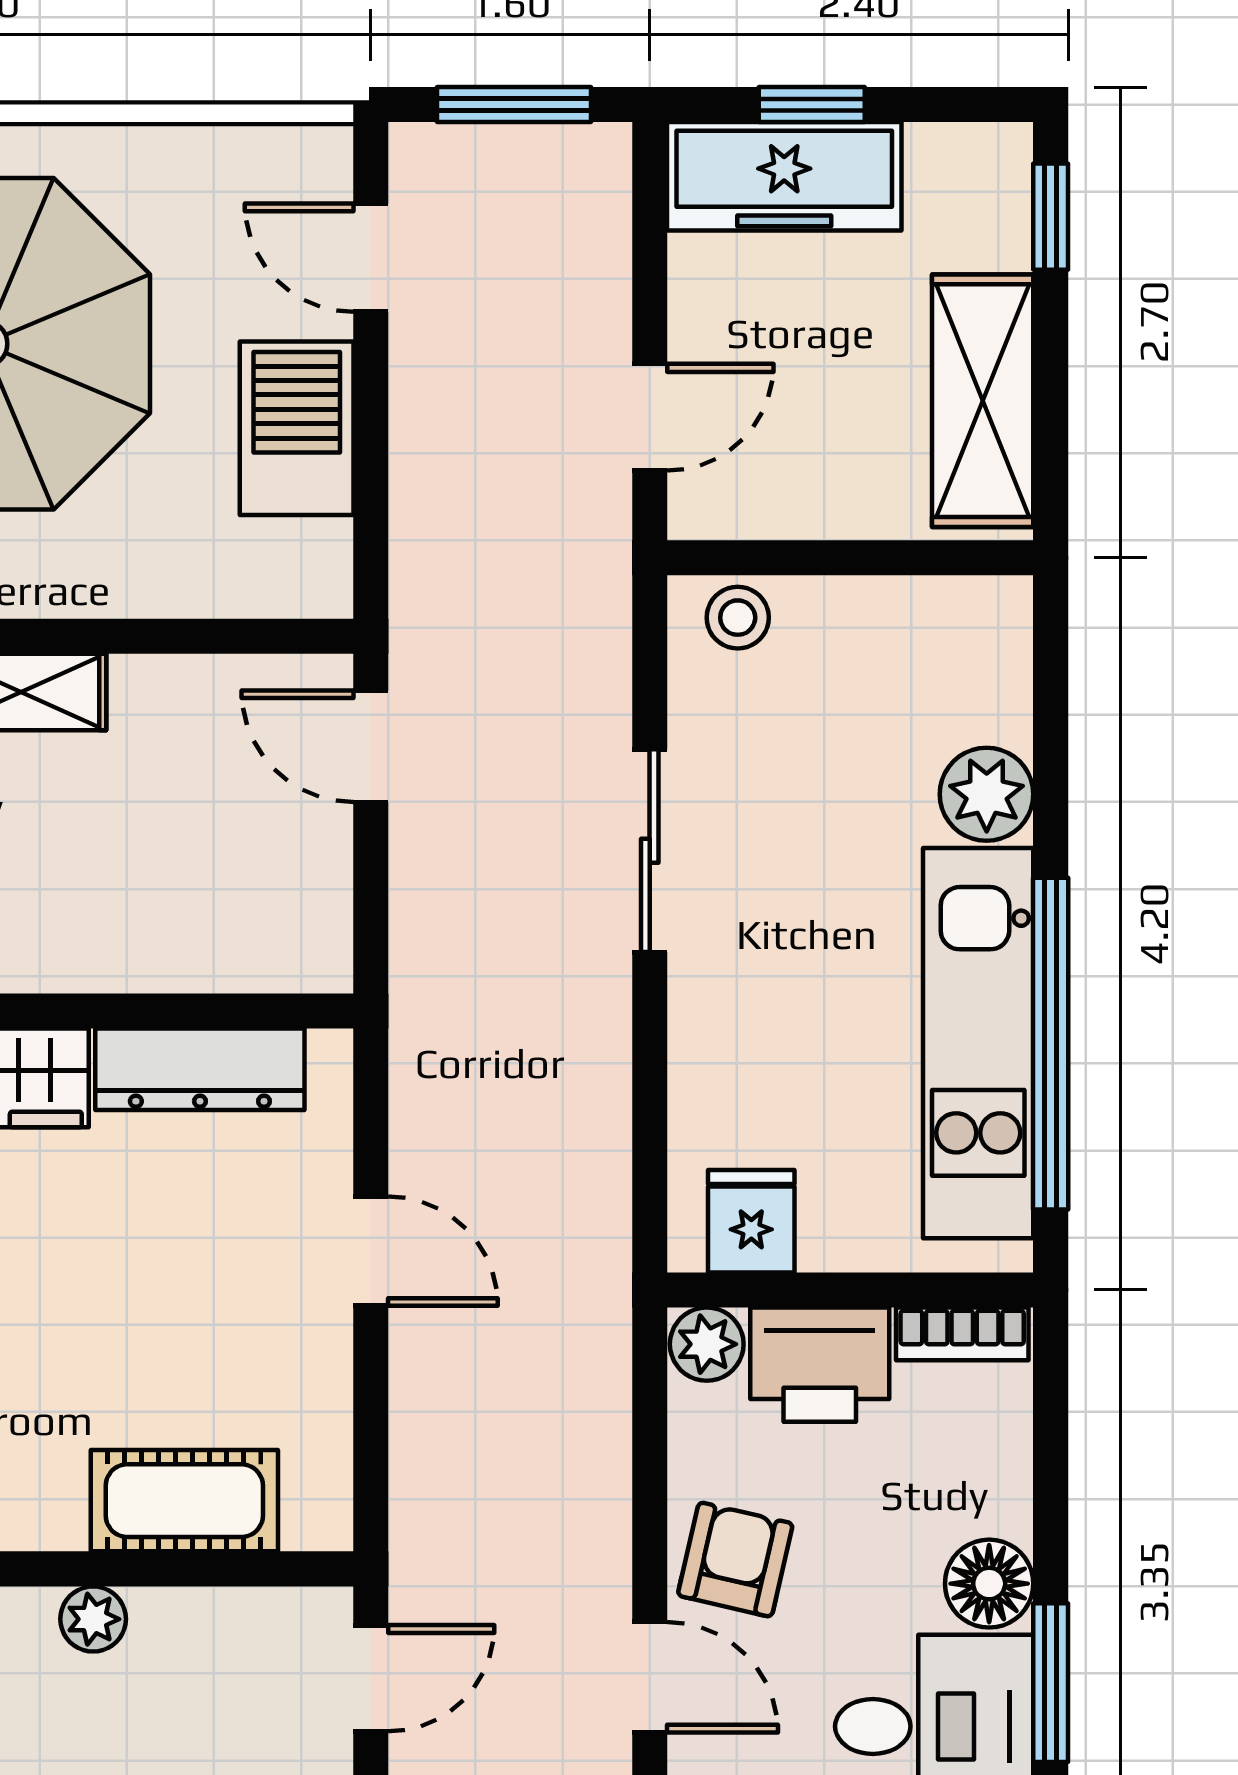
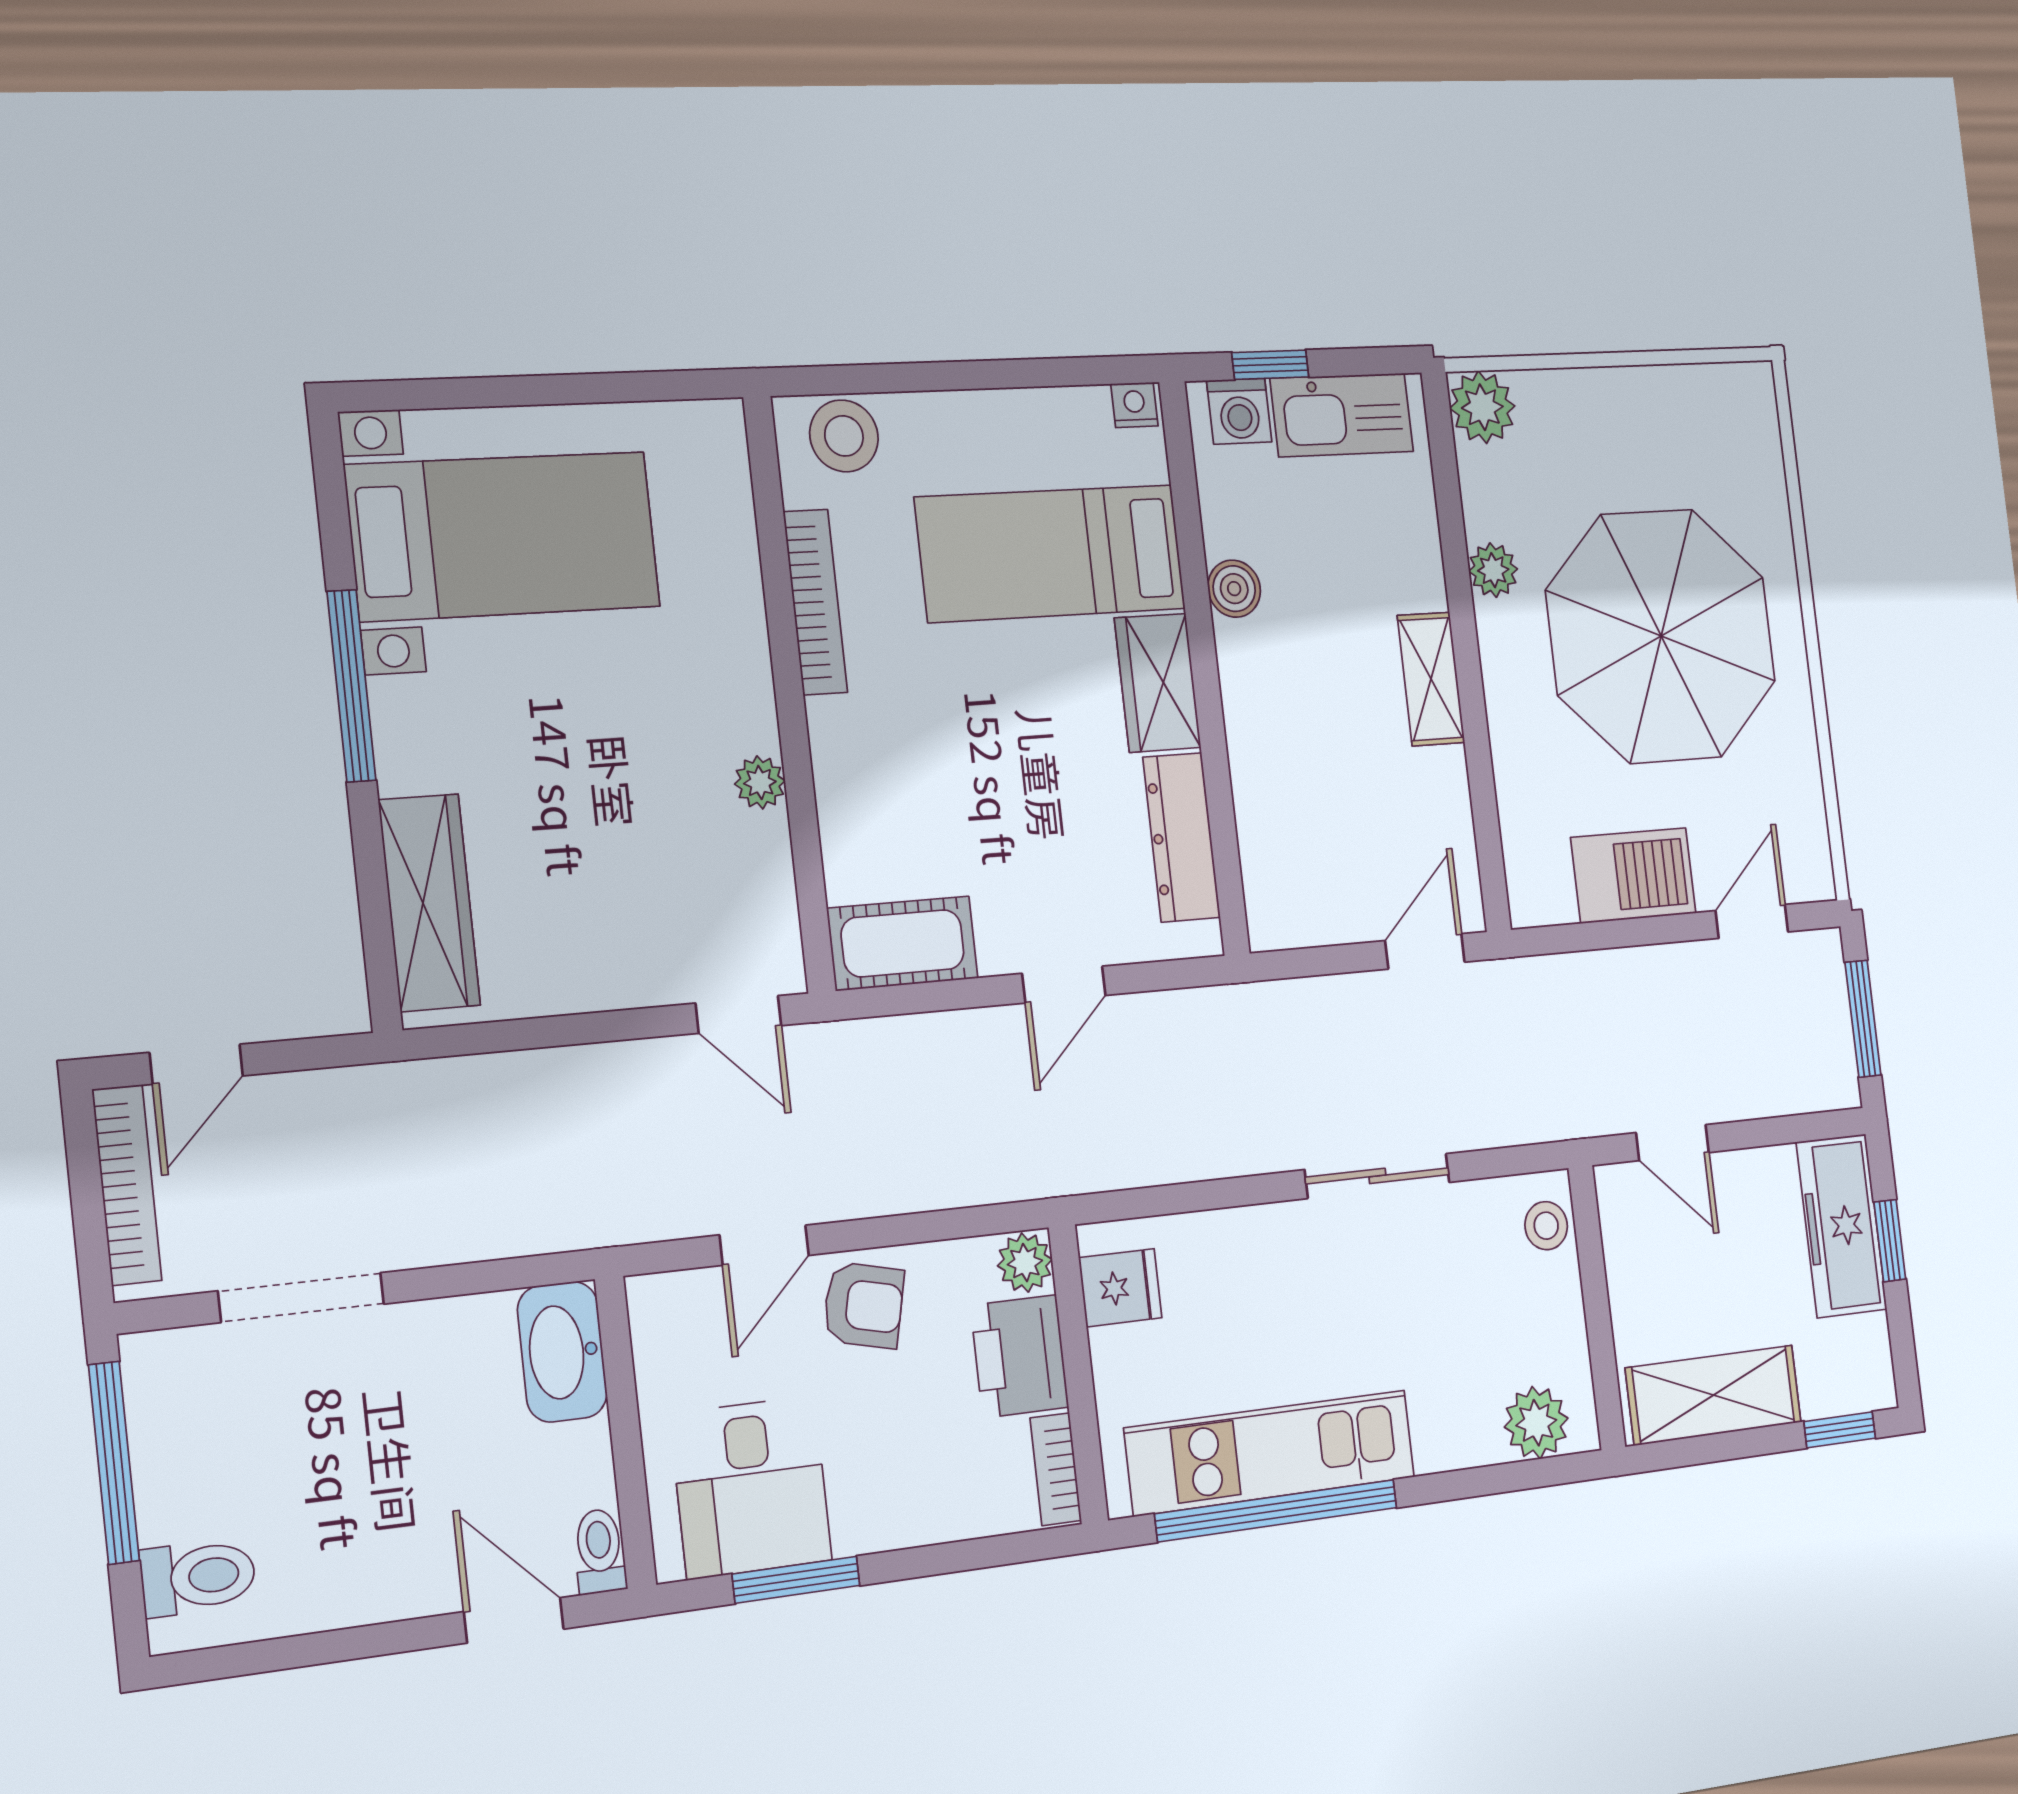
plant: (987, 794) -> (1536, 1423), moved
cot: (184, 1501) -> (903, 943), moved, turned 90
floor lamp: (989, 1584) -> (868, 1518), removed

